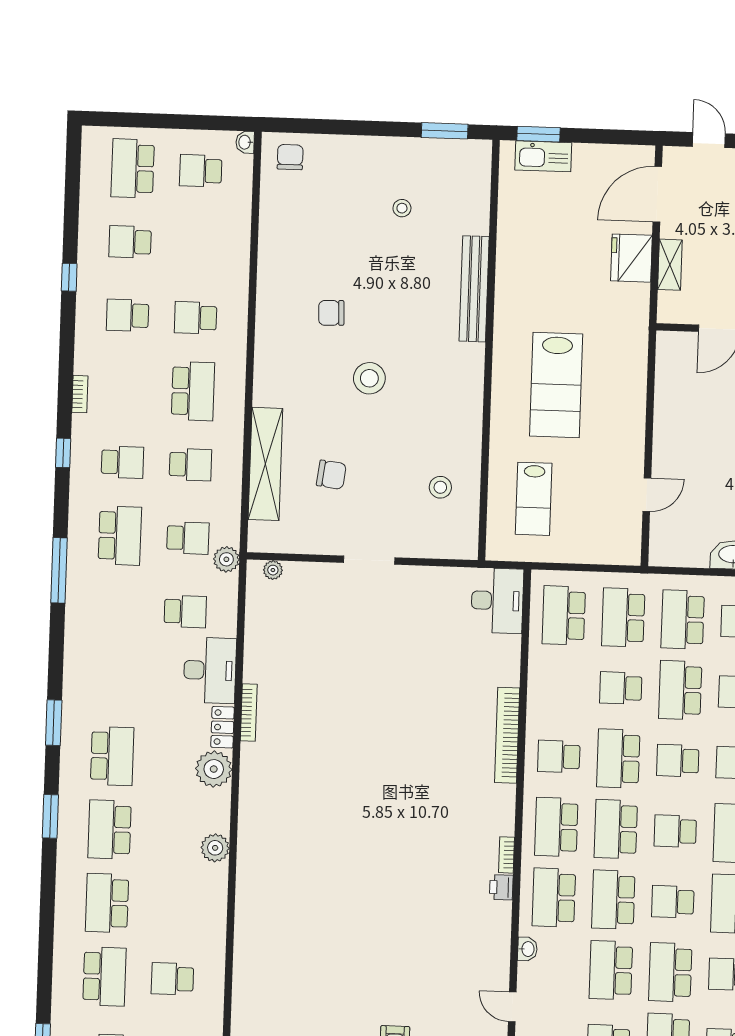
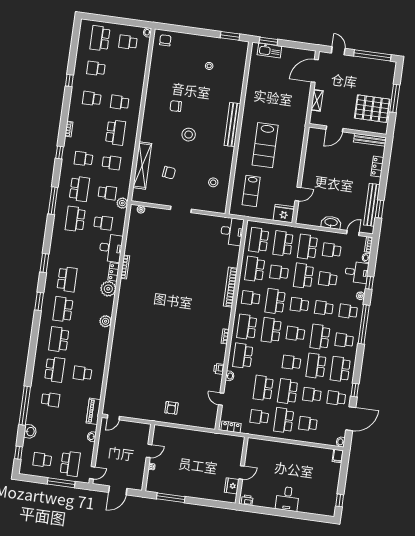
fridge: (631, 258) -> (284, 214), moved, turned 90
bench: (474, 289) -> (232, 125), moved
school desk: (122, 462) -> (84, 159), turned 180
school desk: (117, 609) -> (75, 219), added
printer: (501, 887) -> (219, 369), moved
school desk: (613, 900) -> (255, 269), moved

